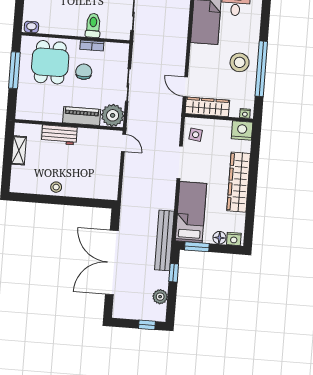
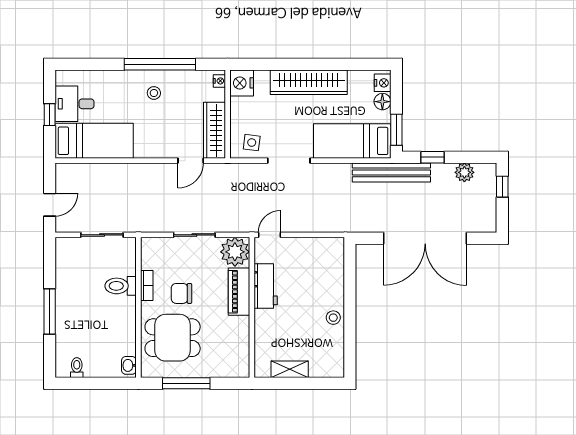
stool: (240, 62) -> (154, 93), width x0.53, depth x0.53
workbench: (59, 135) -> (266, 286), moved

